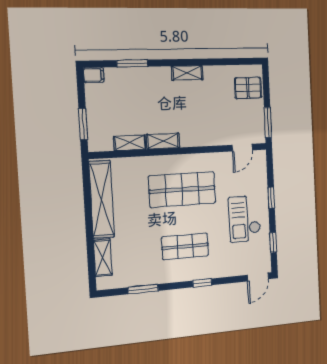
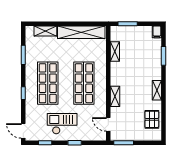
pallet: (248, 88) -> (152, 119), moved
shelving: (163, 141) -> (115, 96), moved
shop shelf: (185, 246) -> (48, 83), width x1.43, depth x1.36

